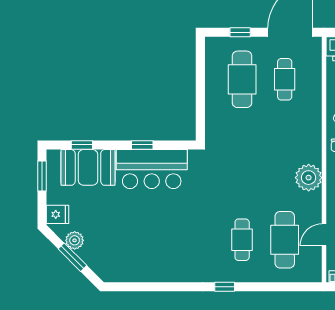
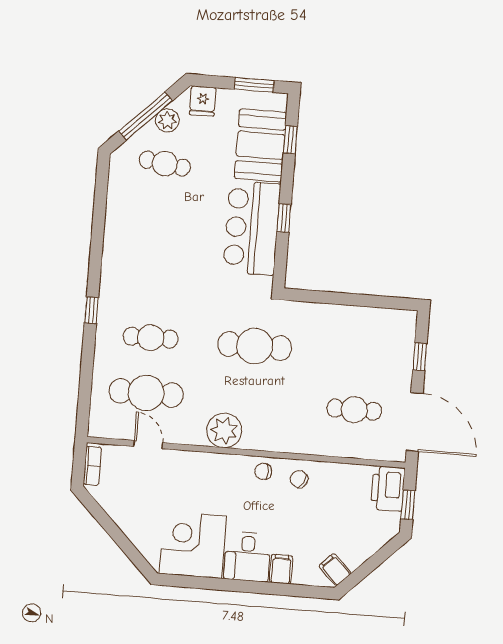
cafe table: (242, 79) -> (255, 346), moved
cafe table: (108, 240) -> (165, 164), added
window: (72, 257) -> (146, 116), width x1.44

